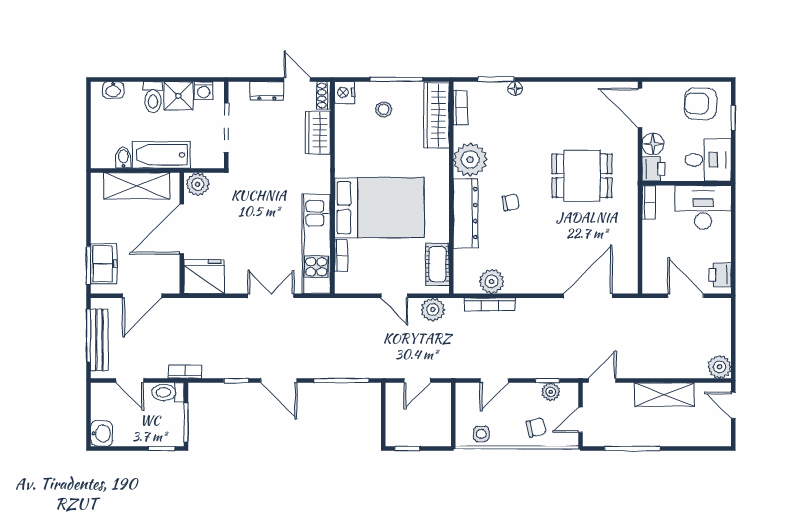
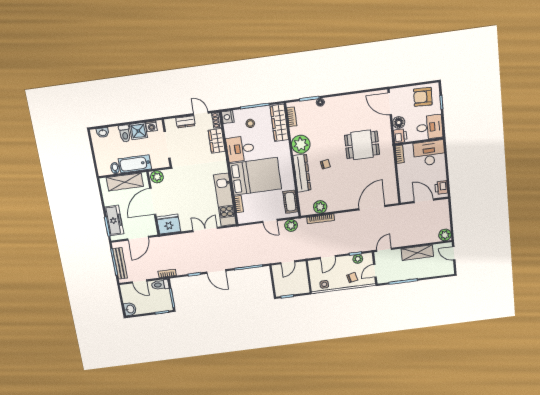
desk: (359, 153) -> (240, 149), added
freezer: (104, 264) -> (114, 220), width x1.40

